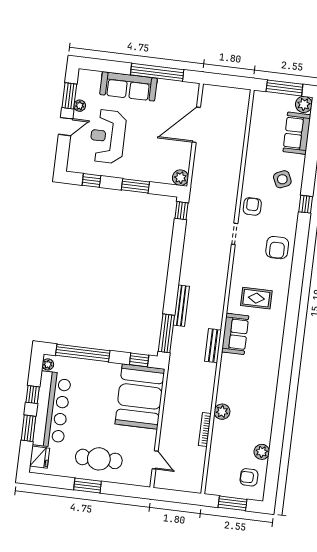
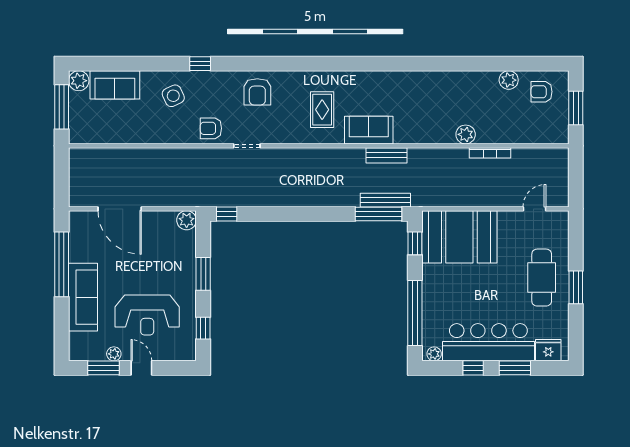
armchair: (277, 248) -> (257, 92), turned 90
bench: (181, 306) -> (385, 200), moved
armchair: (249, 477) -> (542, 92), turned 90

